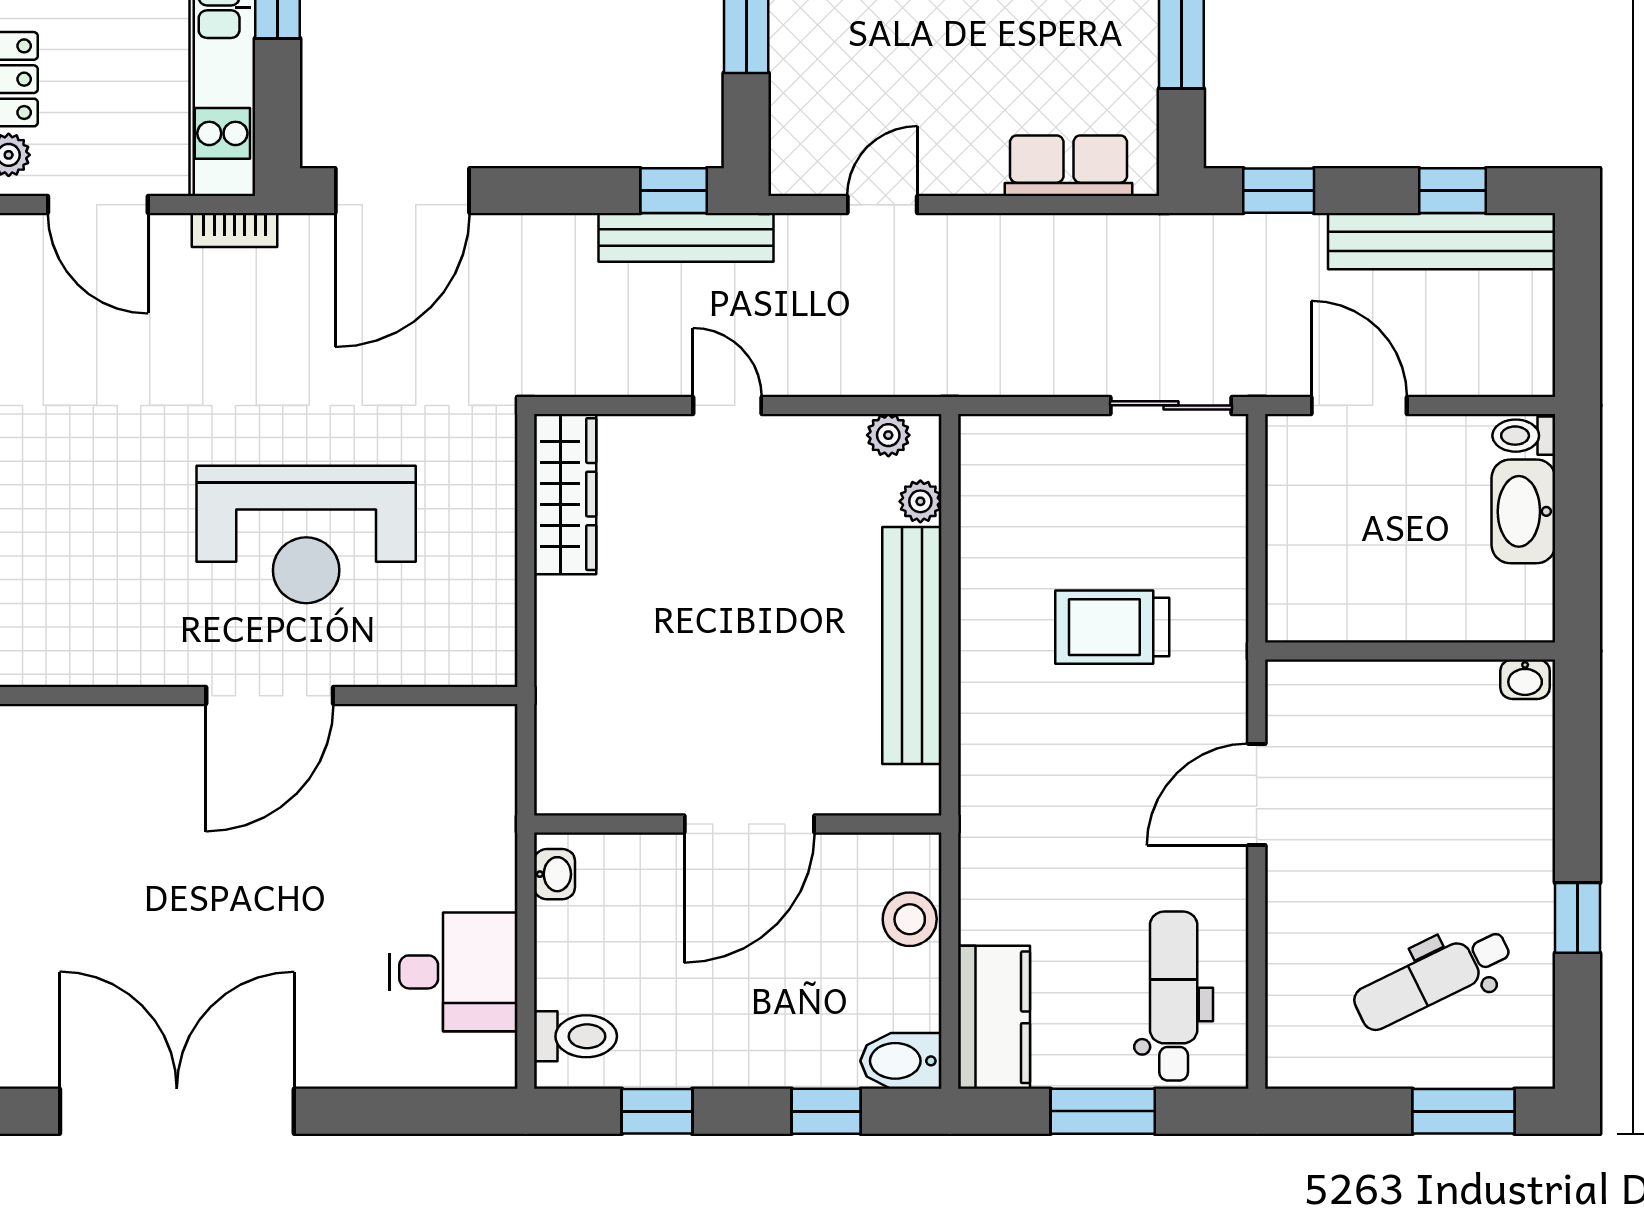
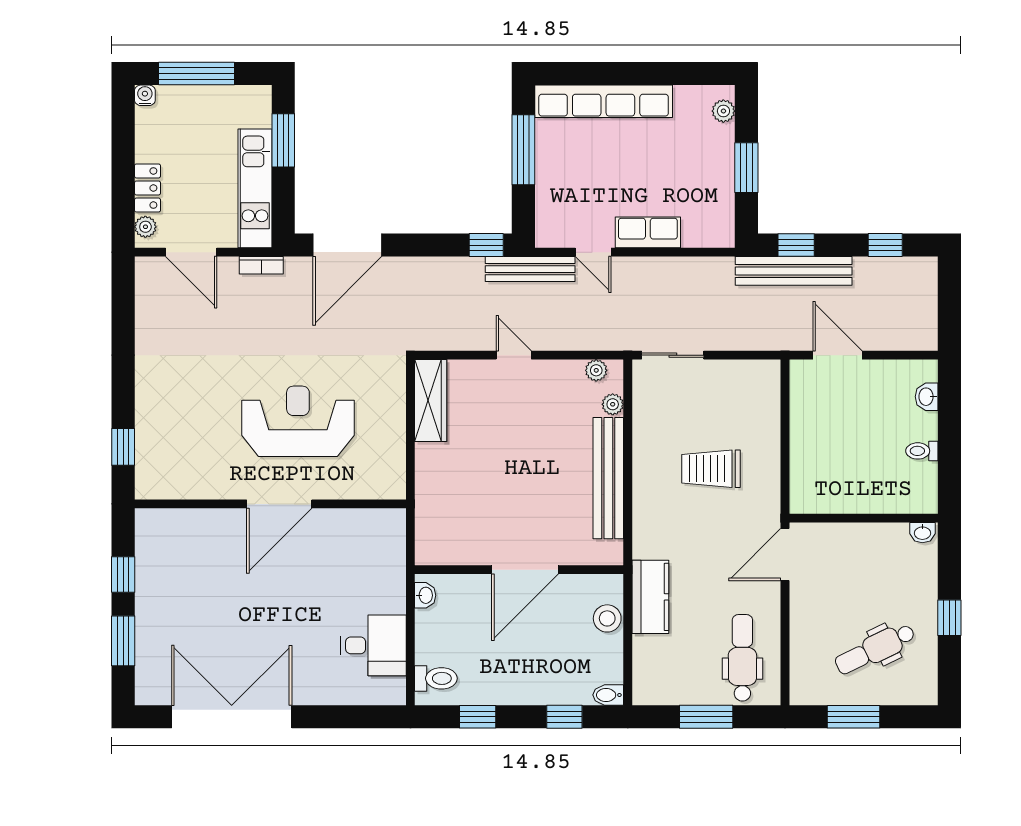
row of seats: (1068, 166) -> (648, 232), moved
door: (882, 205) -> (593, 252), swing flipped
bench: (686, 237) -> (530, 269), moved
bench: (1442, 241) -> (794, 271), moved
sliding door: (1171, 405) -> (673, 355), moved
toilet: (1524, 436) -> (922, 451), moved
washbasin: (1523, 511) -> (927, 397), width x0.52, depth x0.69
reception desk: (306, 534) -> (298, 421), turned 180
wall: (1410, 651) -> (864, 518), moved
washbasin: (1525, 679) -> (922, 533), moved
kitchen counter: (994, 1017) -> (650, 597), moved
bidet: (901, 1061) -> (608, 695), width x0.72, depth x0.74
window: (1463, 1111) -> (853, 717), moved

